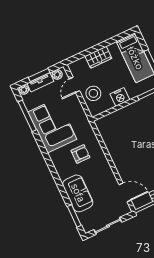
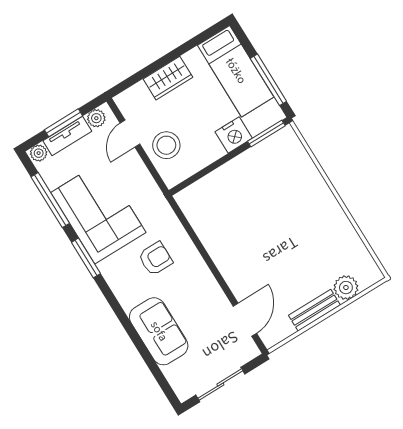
nightstand: (120, 97) -> (234, 135), moved
door: (125, 192) -> (245, 320), hinge flipped
window: (74, 216) -> (86, 258), moved

